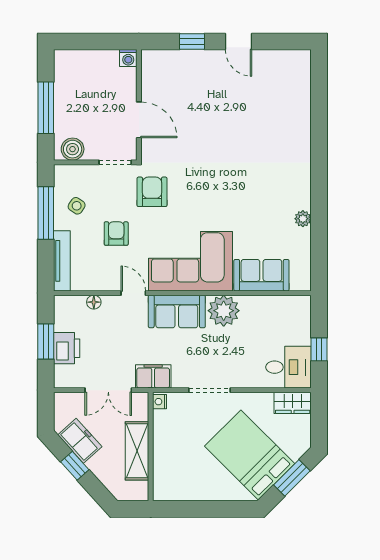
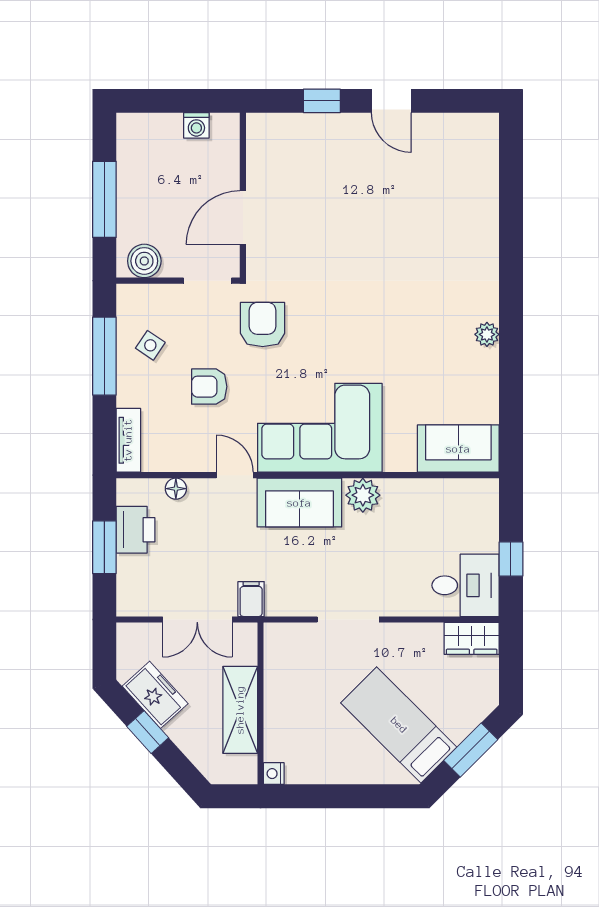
washing machine: (128, 58) -> (196, 125), moved
door: (139, 120) -> (243, 218), swing flipped
plant: (303, 219) -> (487, 334), moved
armchair: (116, 234) -> (209, 387), turned -90
tv unit: (62, 261) -> (128, 440), width x0.71
sofa: (261, 275) -> (458, 449), moved
plant: (224, 311) -> (363, 495), width x0.73, depth x0.73
printer: (67, 348) -> (136, 530), moved
filing cabinet: (153, 376) -> (251, 599), width x0.50
nightstand: (160, 402) -> (274, 774), moved
bed: (250, 455) -> (399, 725), width x0.67

